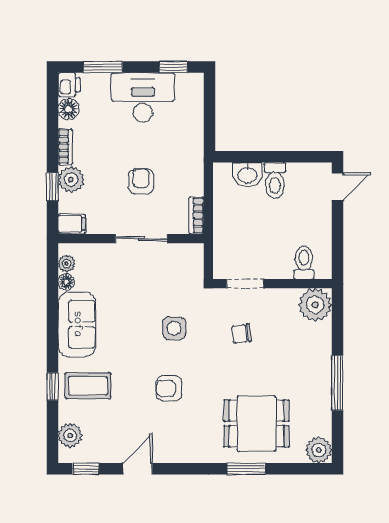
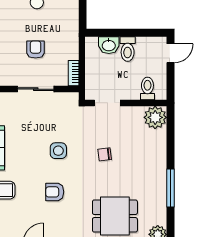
toilet: (304, 262) -> (147, 88), moved
doorway: (245, 284) -> (107, 103), moved
wall: (272, 284) -> (126, 103), moved
plant: (315, 305) -> (155, 117), moved

